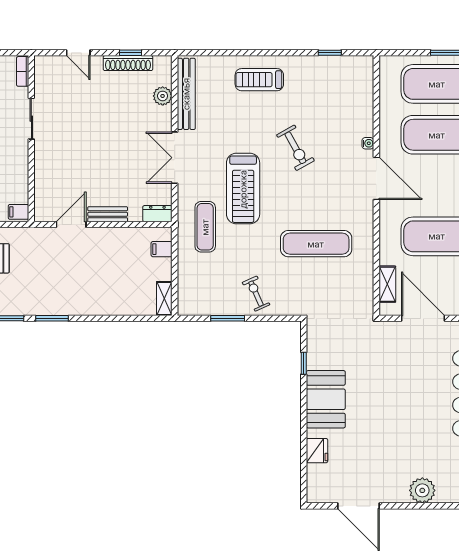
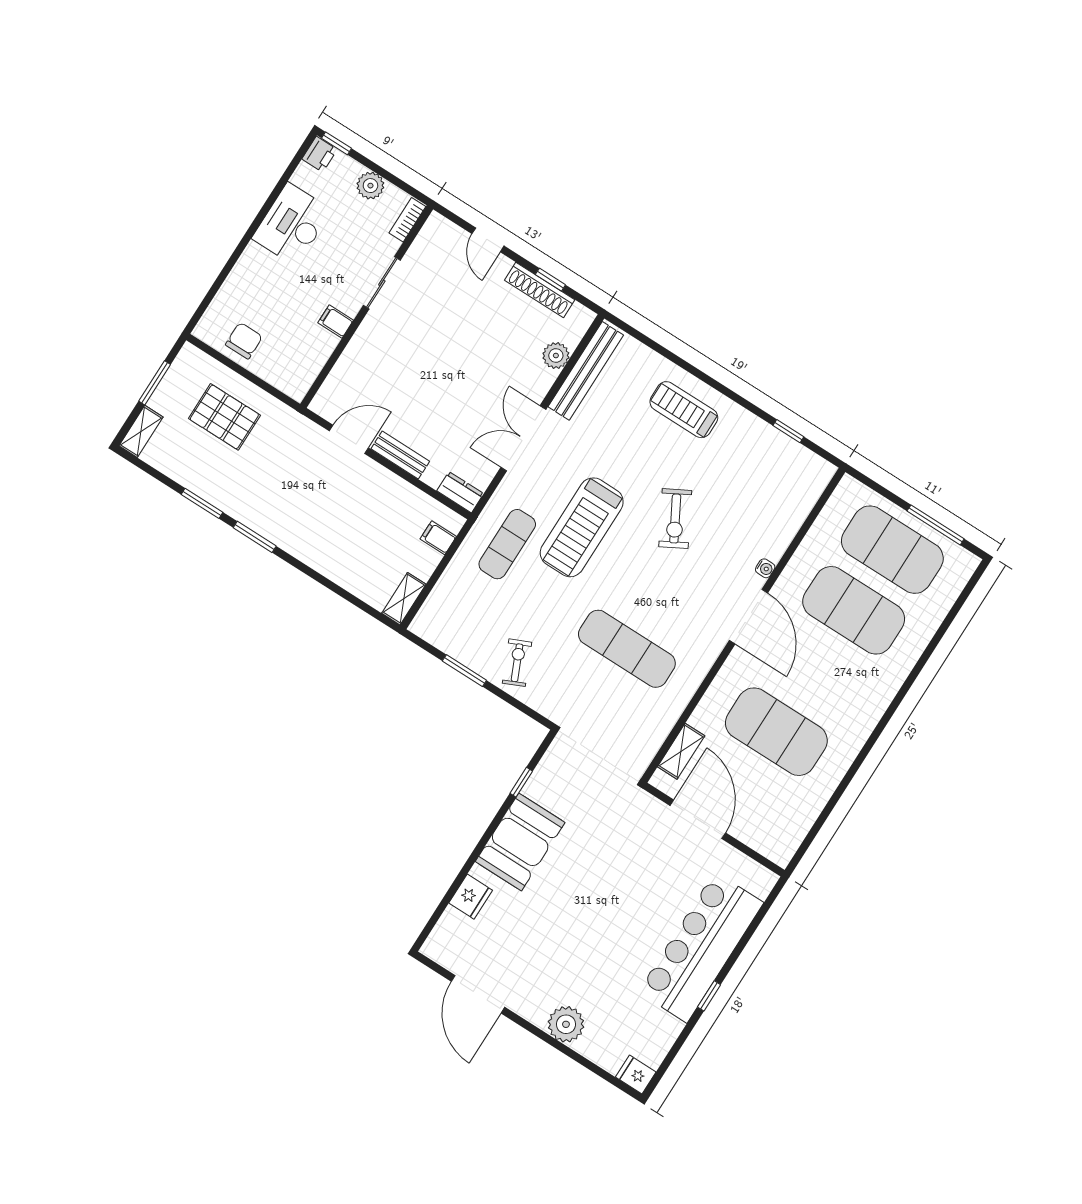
filing cabinet: (18, 212) -> (336, 321), moved

